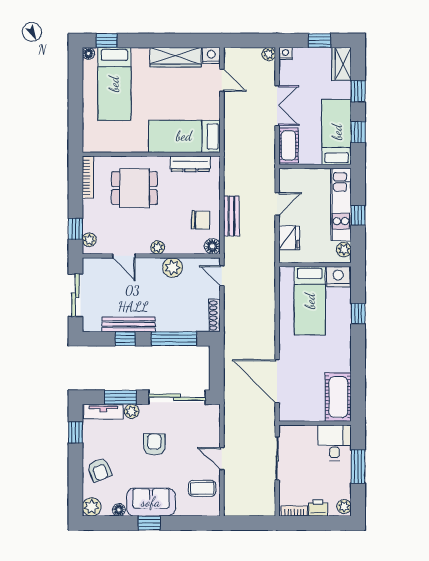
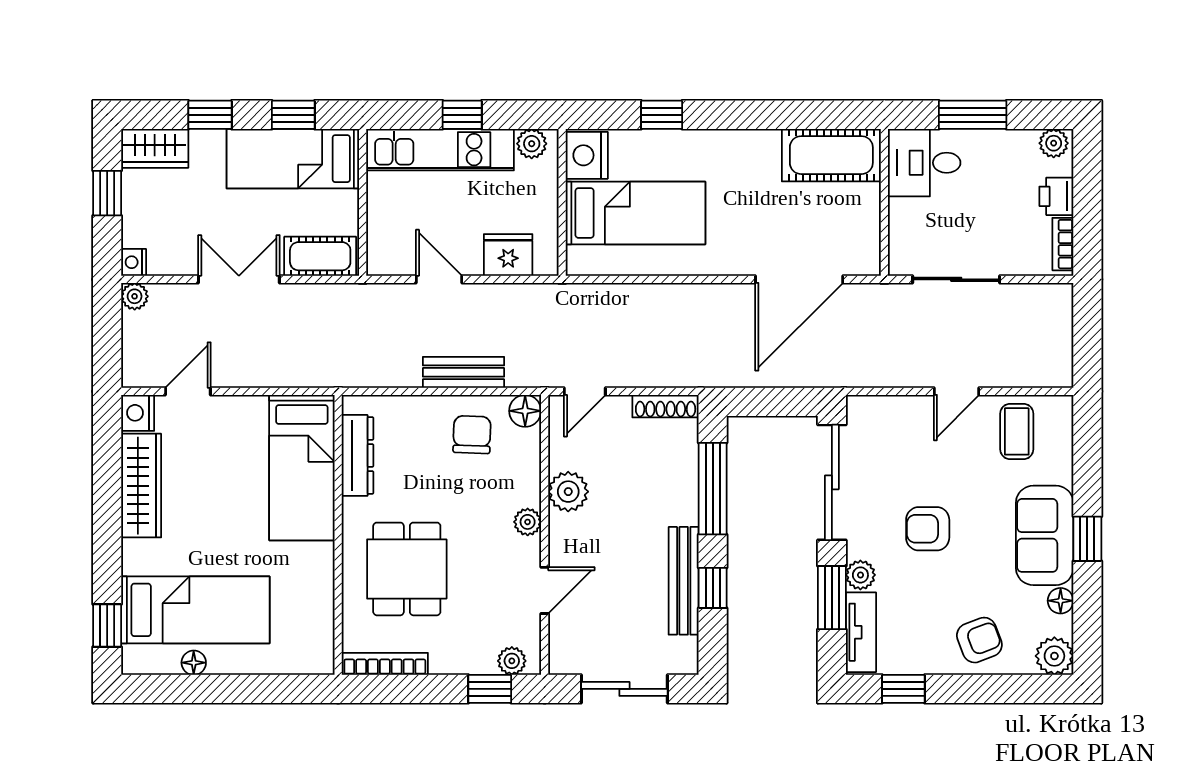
floor lamp: (88, 53) -> (194, 663), moved

